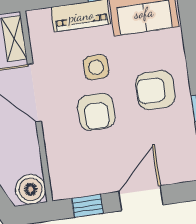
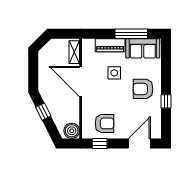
armchair: (96, 112) -> (104, 123), moved, turned -90
door: (141, 198) -> (139, 143), moved

